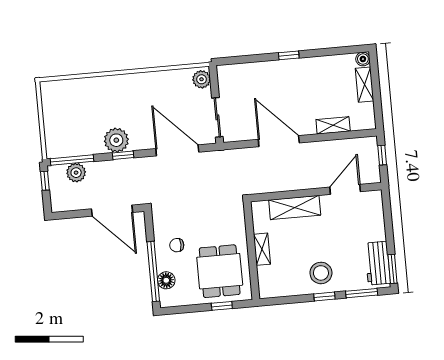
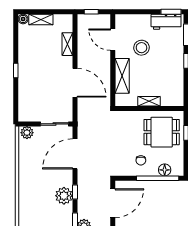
door: (279, 141) -> (75, 83), swing flipped
stool: (321, 273) -> (141, 48), moved

